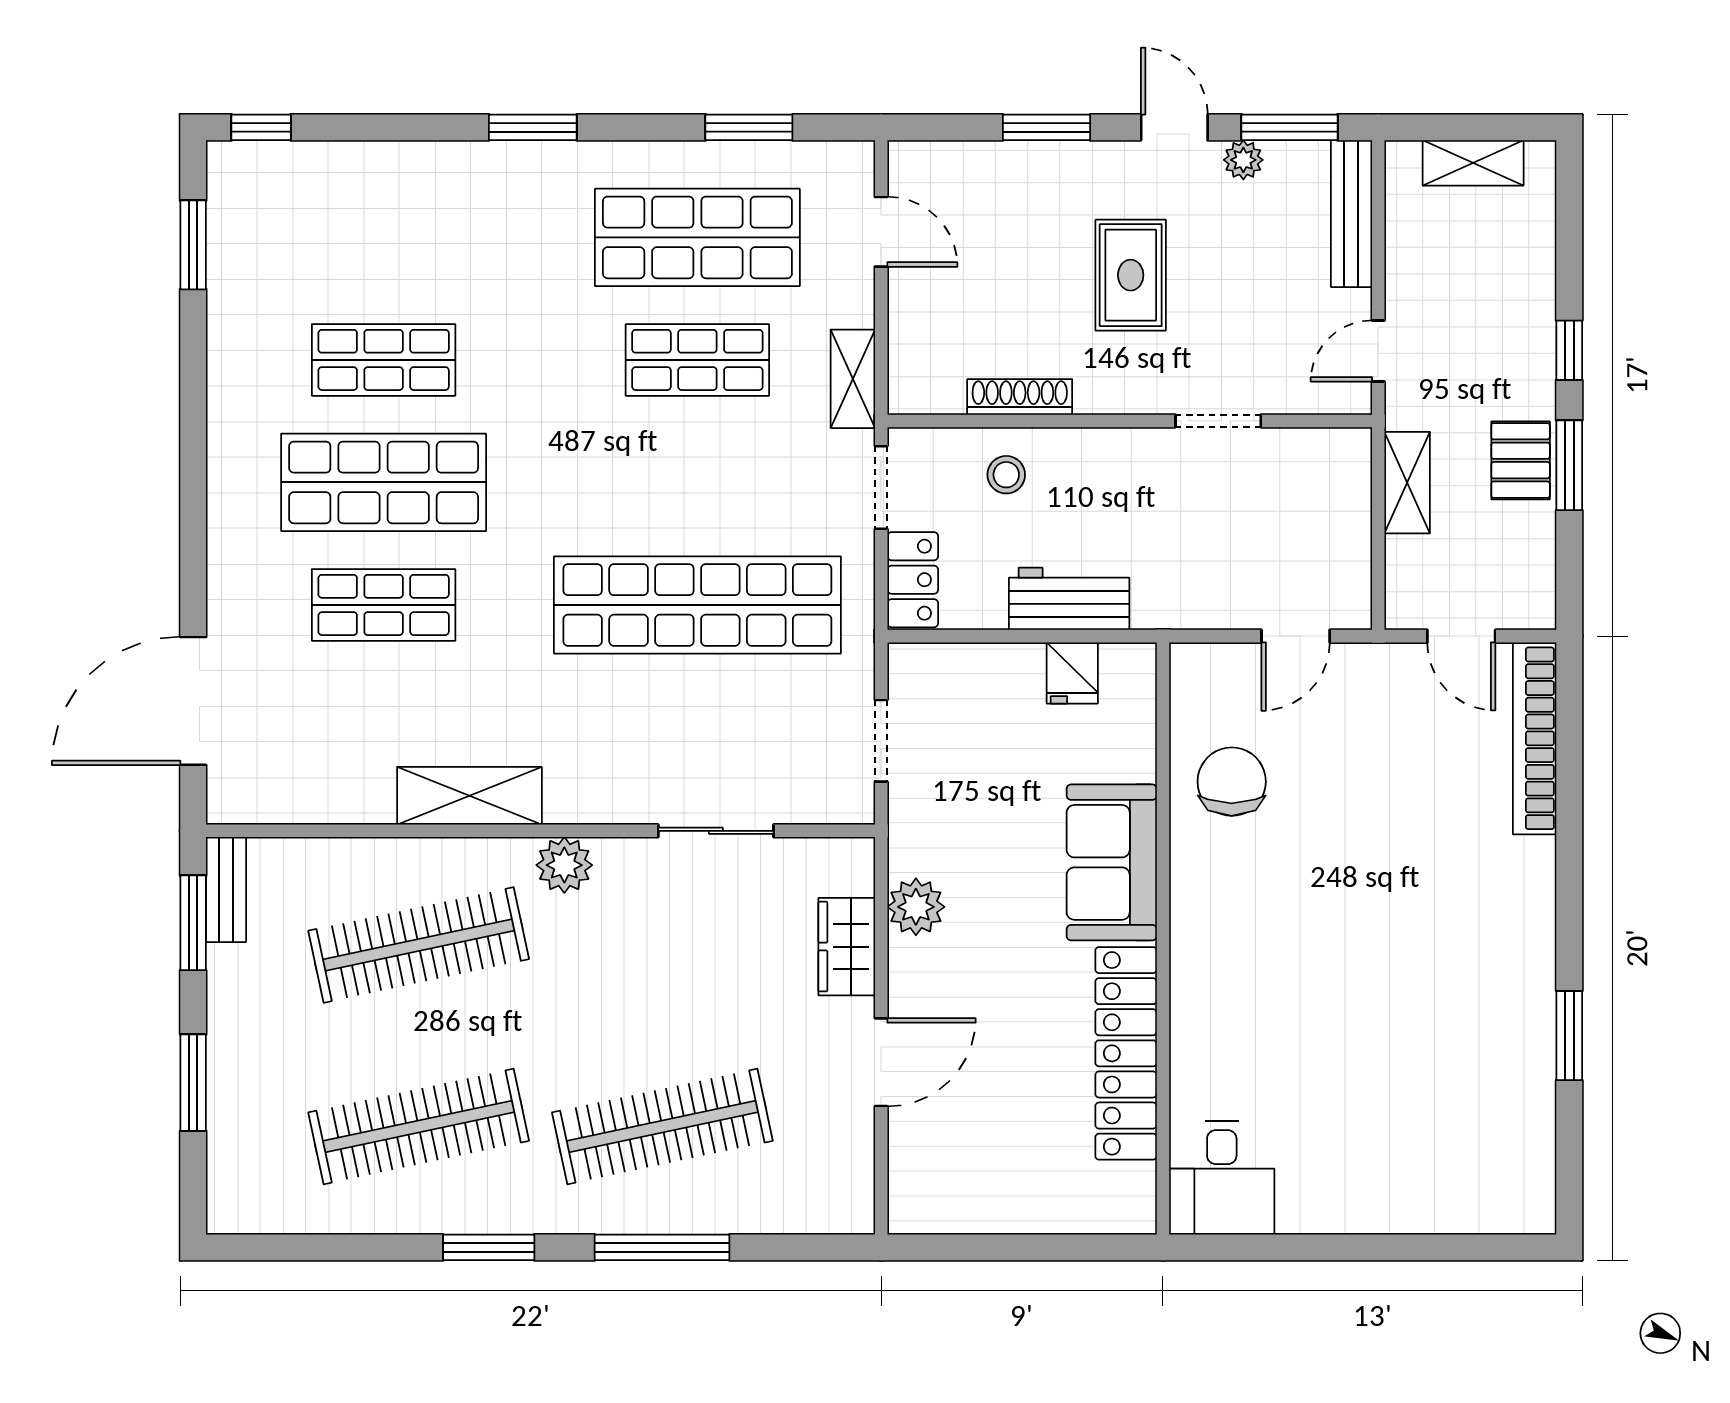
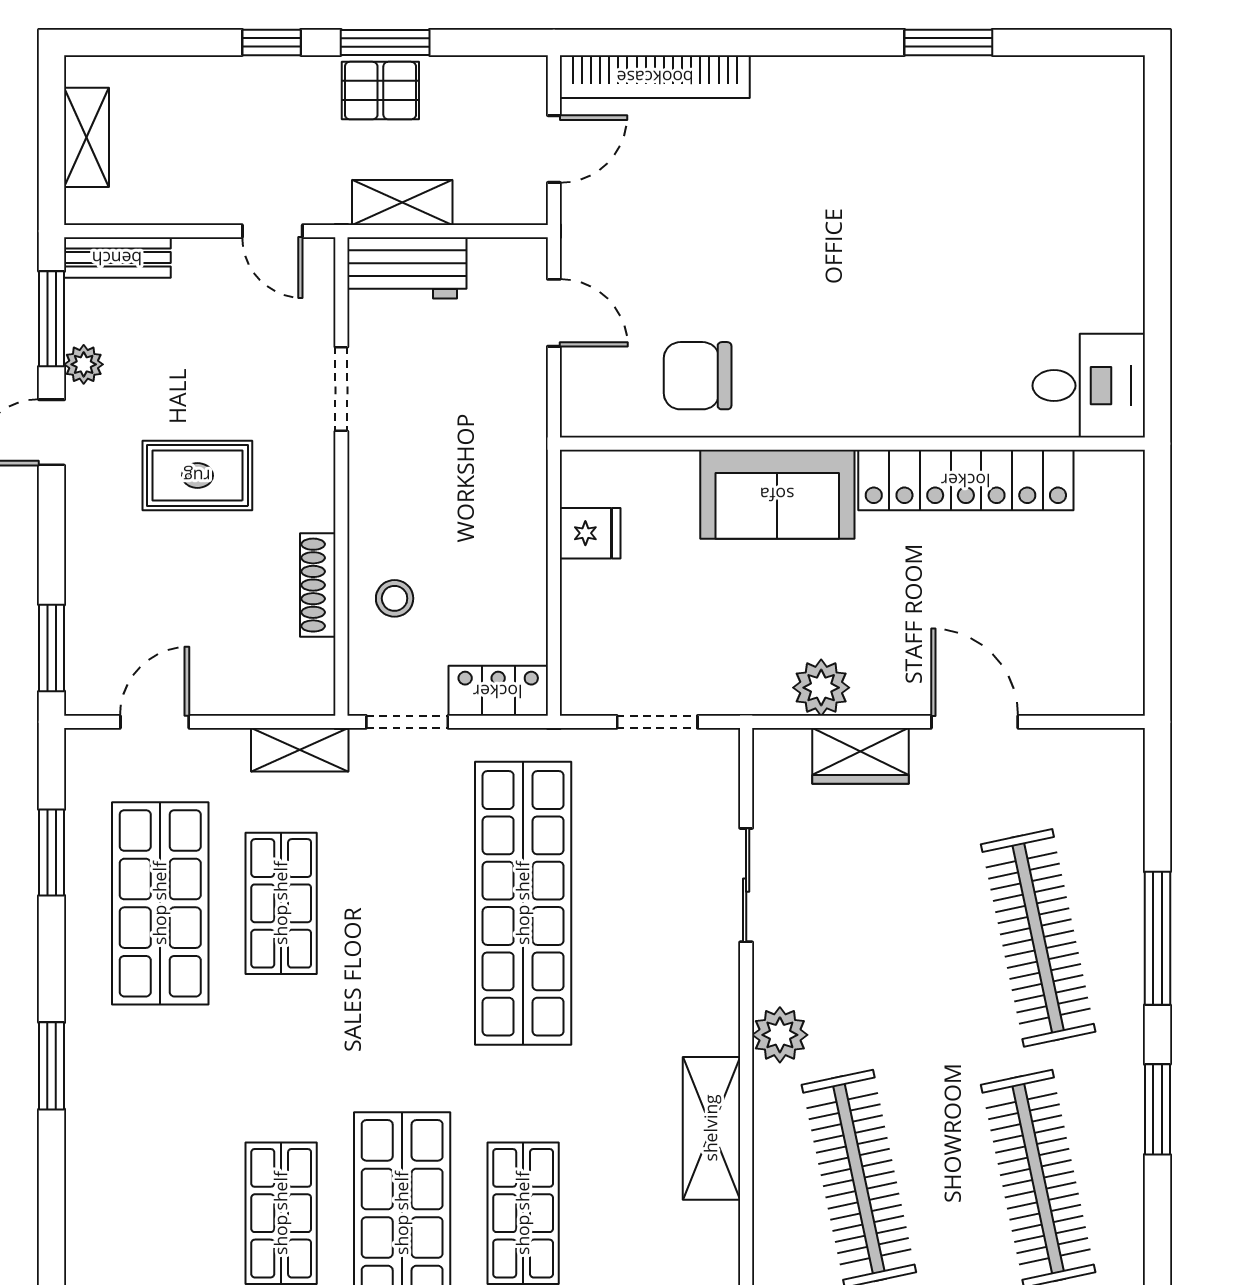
window: (1046, 127) -> (52, 648), moved
bench: (1351, 214) -> (117, 258), width x0.73
workbench: (1069, 599) -> (407, 268), moved, turned -90

